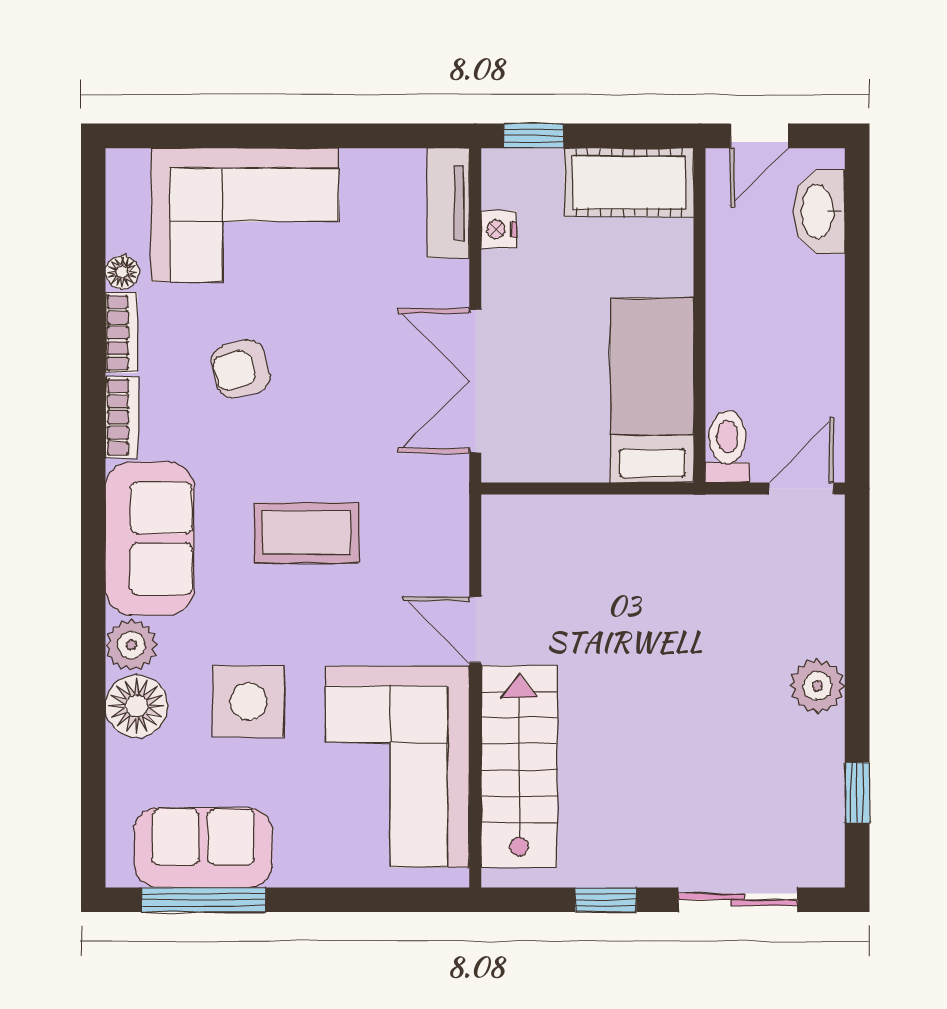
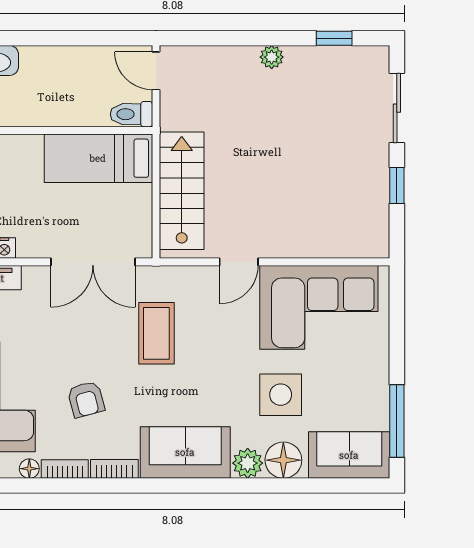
coffee table: (307, 533) -> (156, 333), moved
plant: (817, 686) -> (272, 57), width x0.73, depth x0.73
stairs: (519, 766) -> (182, 191), moved, turned 90
sofa: (203, 848) -> (349, 455), moved, turned 90

